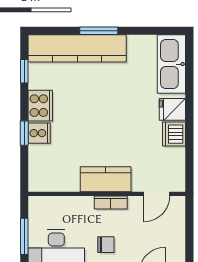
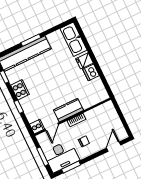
cooker: (39, 133) -> (37, 127), moved
door: (157, 194) -> (52, 127), moved

